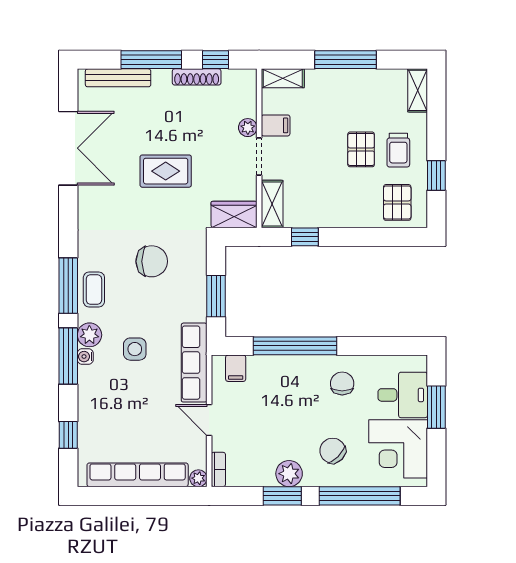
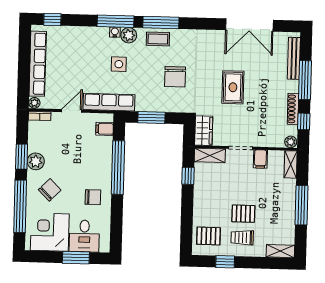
plant: (248, 128) -> (291, 142), moved
window: (68, 435) -> (52, 19), moved

